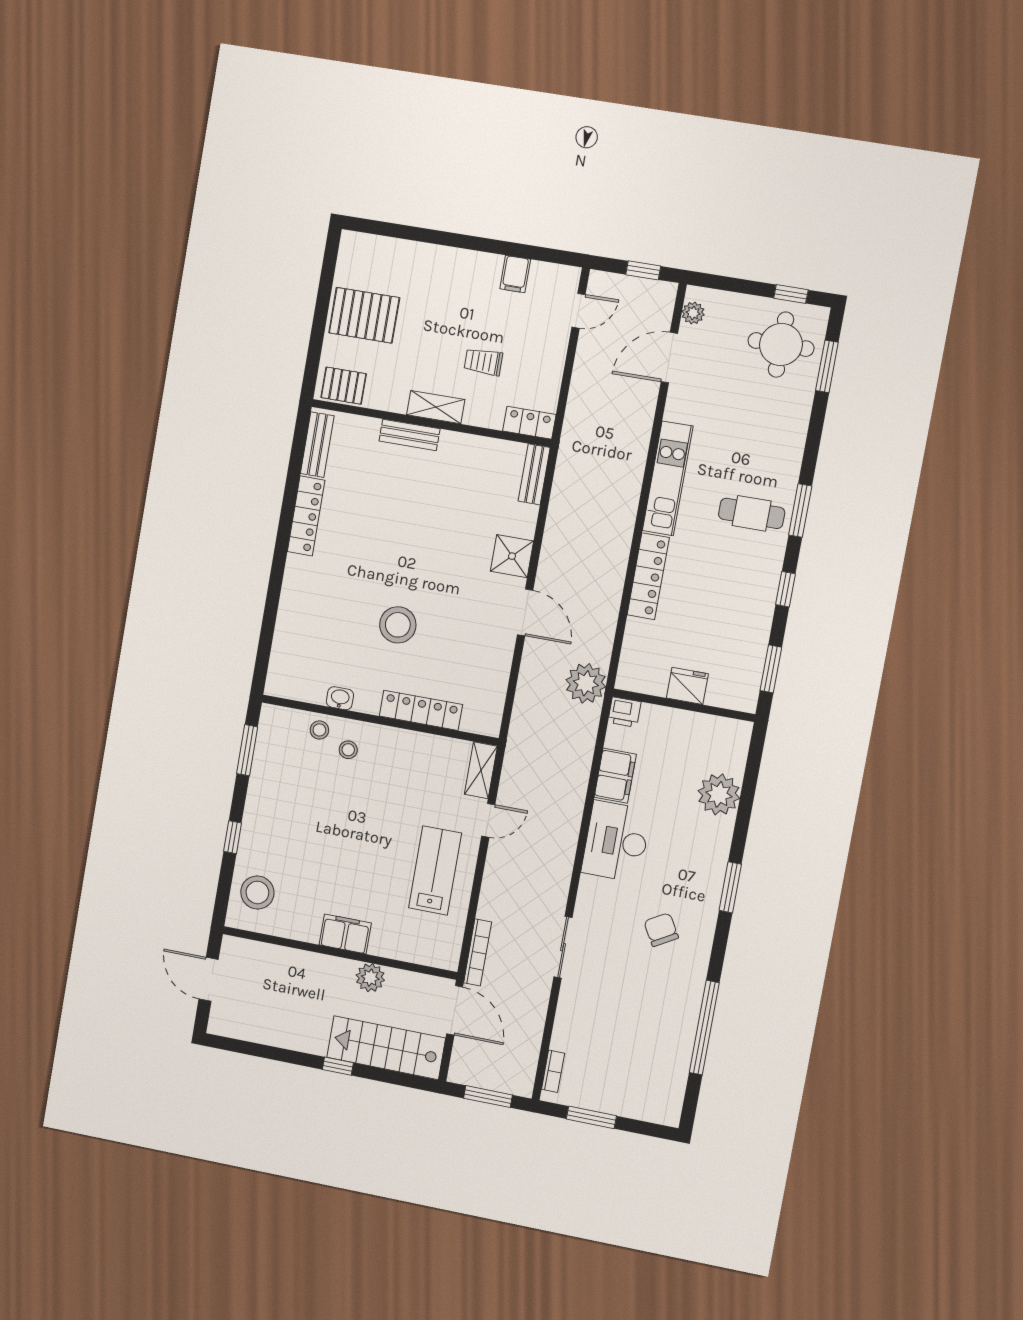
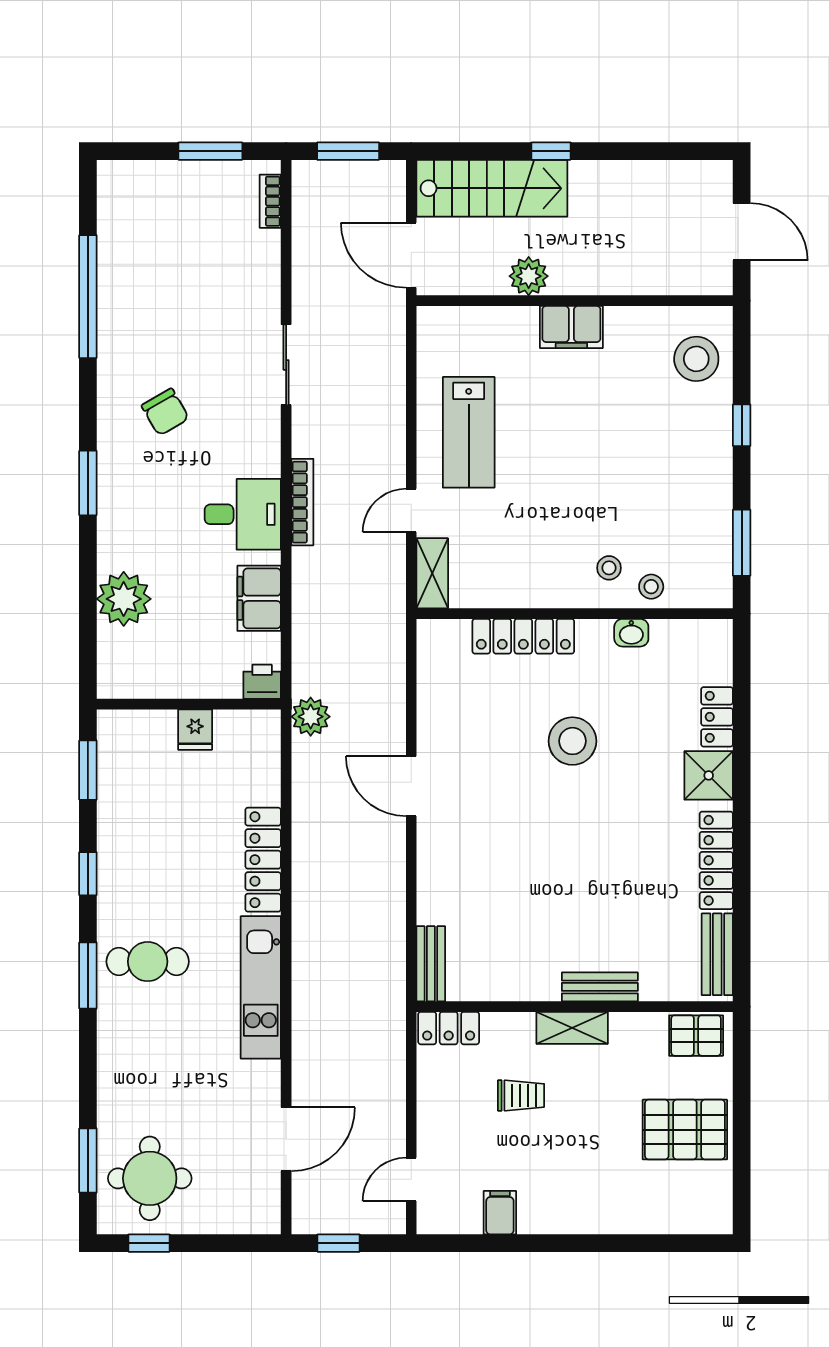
plant: (693, 313) -> (266, 1200), removed
shower: (512, 556) -> (709, 775), moved
locker: (287, 624) -> (717, 717), added
plant: (586, 683) -> (311, 717), width x0.73, depth x0.73
fridge: (687, 686) -> (195, 730), width x0.72
desk: (616, 841) -> (243, 514), width x0.73
bookcase: (478, 952) -> (302, 502), moved, turned 180

